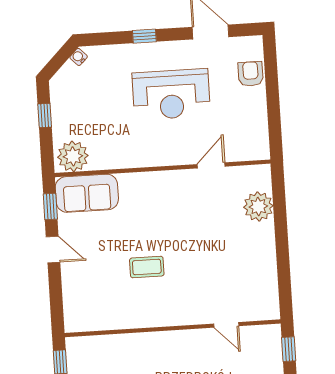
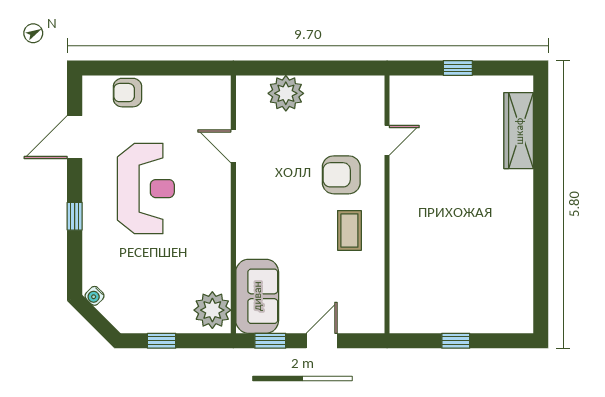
armchair: (193, 257) -> (341, 175), added
door: (226, 325) -> (387, 140), moved
wall: (173, 328) -> (387, 204), moved

